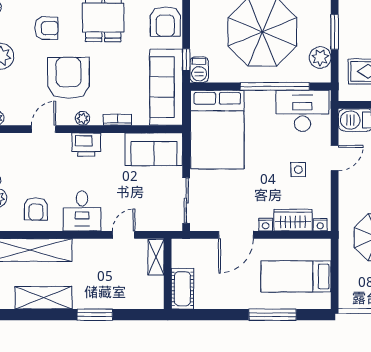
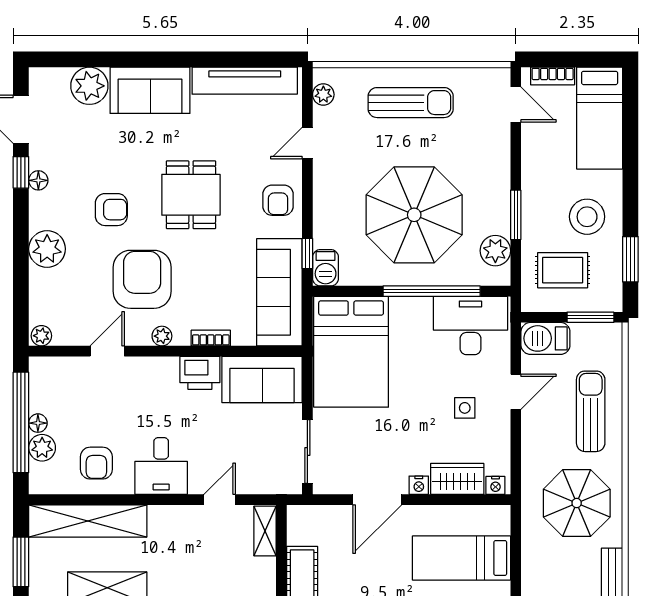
armchair: (165, 22) -> (278, 200), width x0.72, depth x0.72
printer: (86, 145) -> (200, 373), moved

